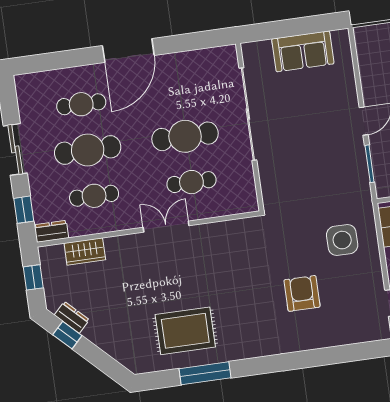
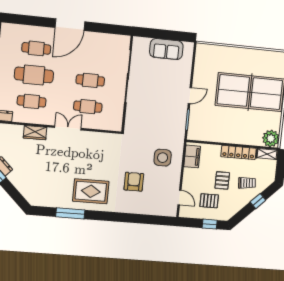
cafe table: (185, 136) -> (90, 80), width x0.73, depth x0.74
wardrobe: (85, 251) -> (35, 133), moved
rug: (185, 331) -> (91, 191), moved

